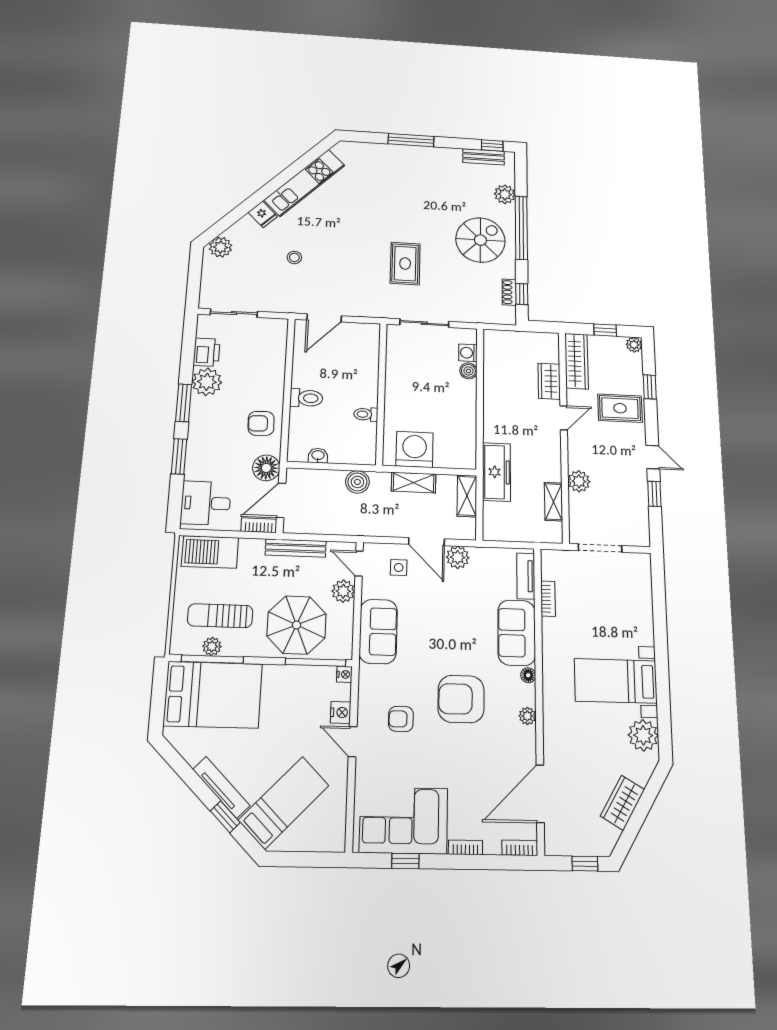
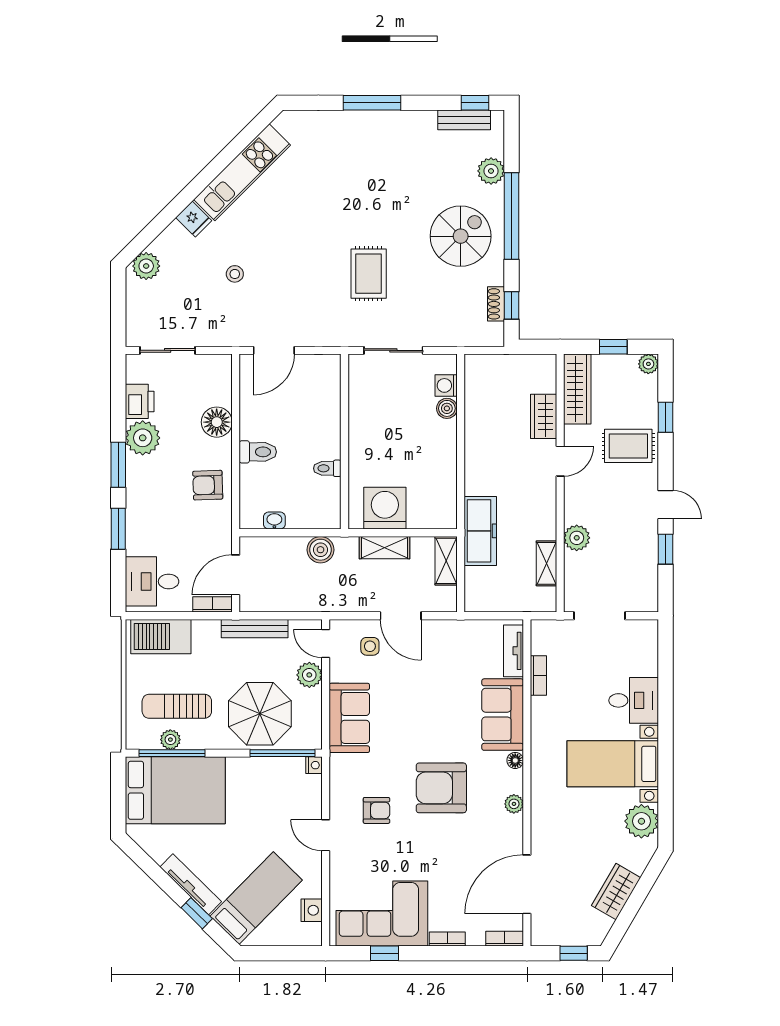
floor lamp: (266, 468) -> (217, 422), moved
plant: (458, 557) -> (436, 632), removed
desk: (632, 624) -> (634, 700), added
nightstand: (341, 712) -> (312, 910), moved
armchair: (401, 719) -> (376, 810), turned 180

